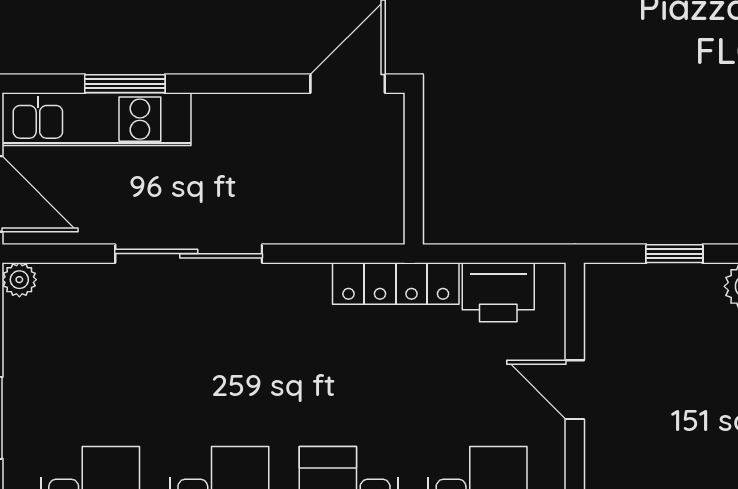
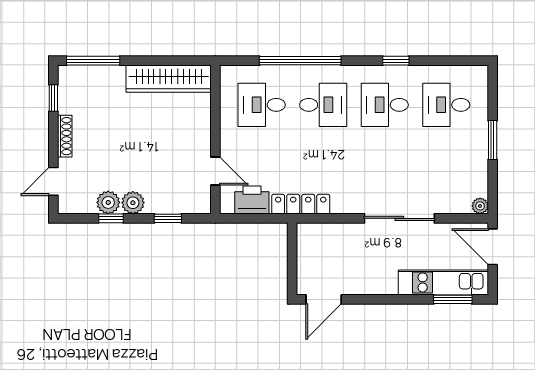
window: (125, 84) -> (453, 299), moved
door: (575, 390) -> (215, 171), moved

